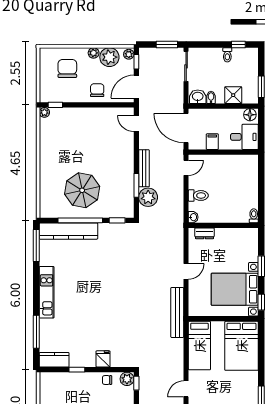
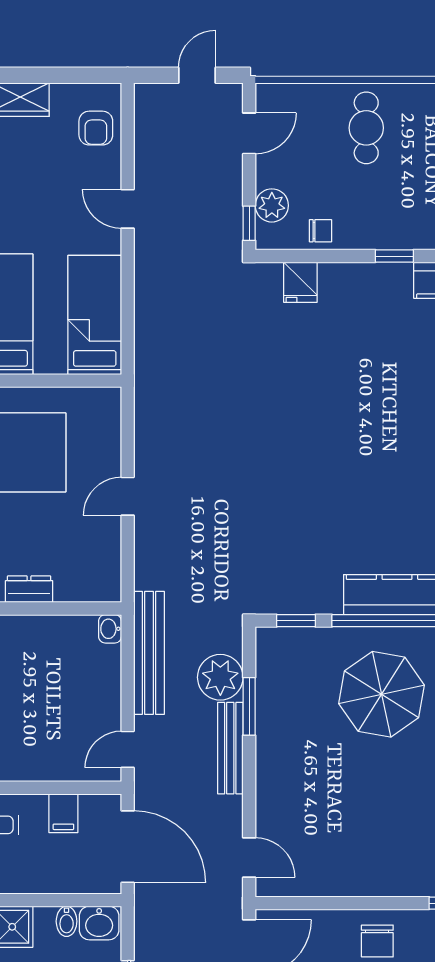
chair: (97, 90) -> (377, 941), moved
toilet: (198, 195) -> (98, 682), removed
dresser: (205, 233) -> (29, 589), moved
bench: (177, 312) -> (149, 653), moved
fridge: (103, 359) -> (300, 282), moved
plant: (127, 379) -> (272, 205), moved
door: (186, 389) -> (128, 209), swing flipped

